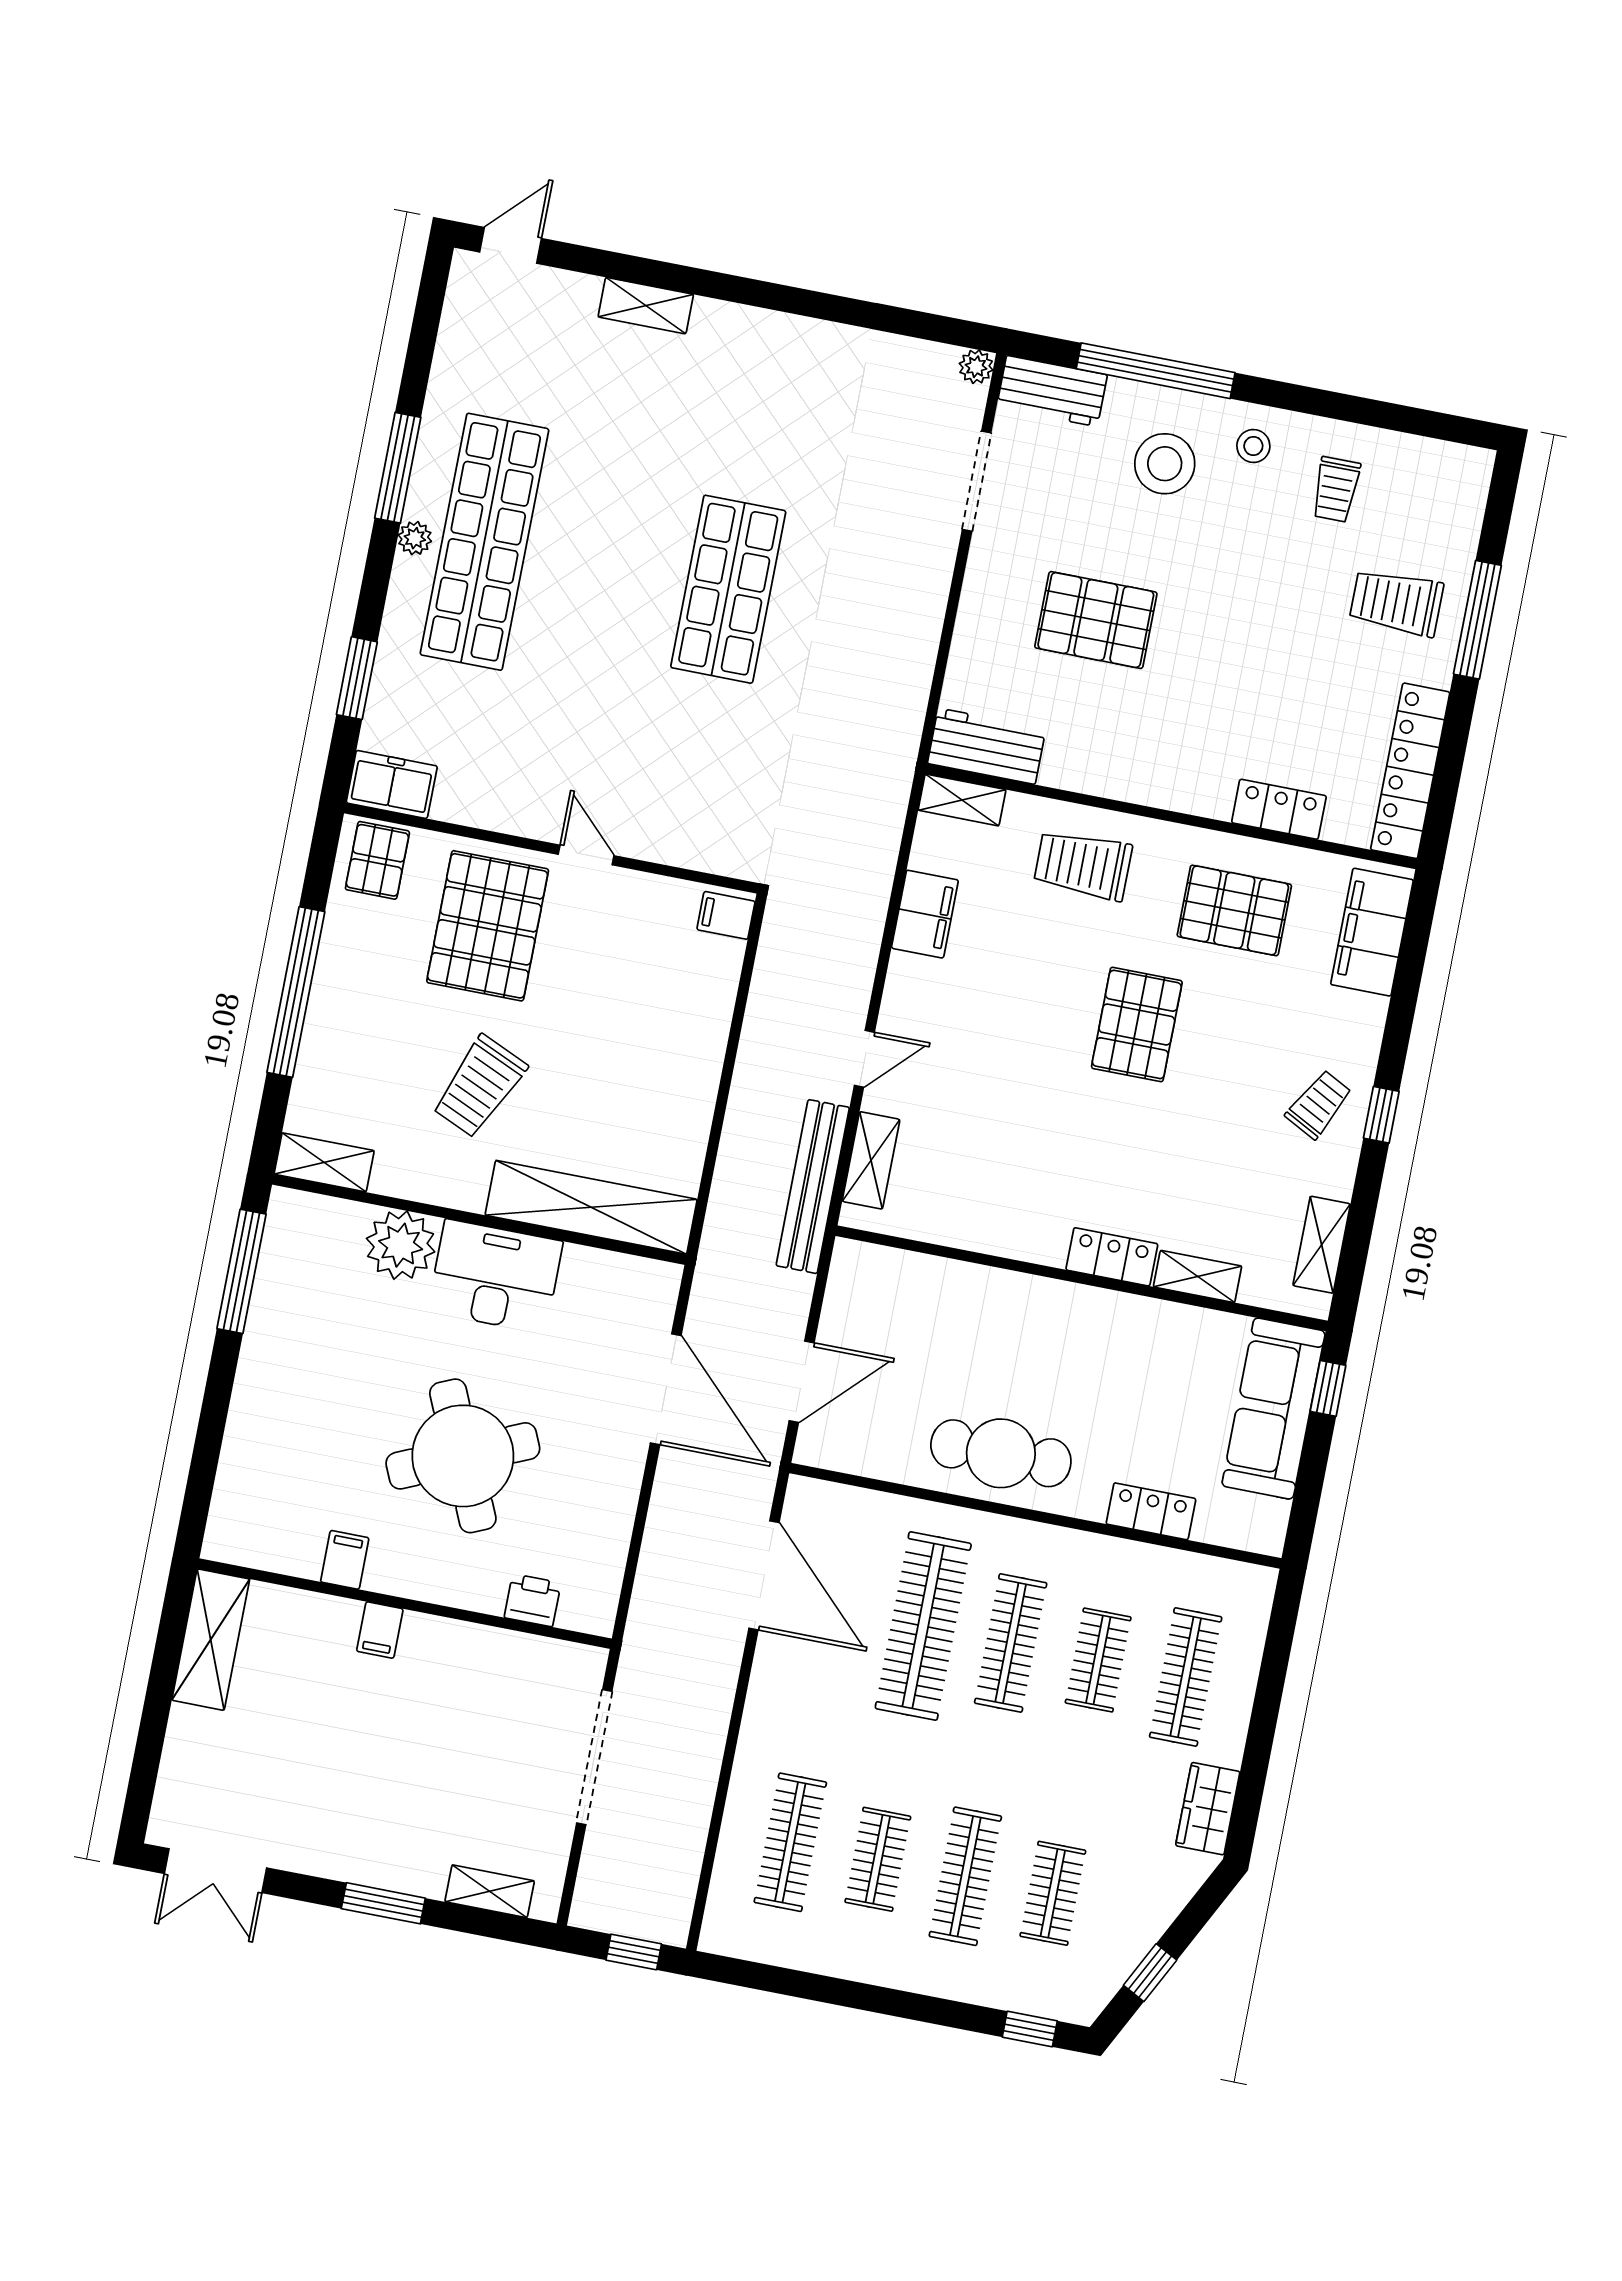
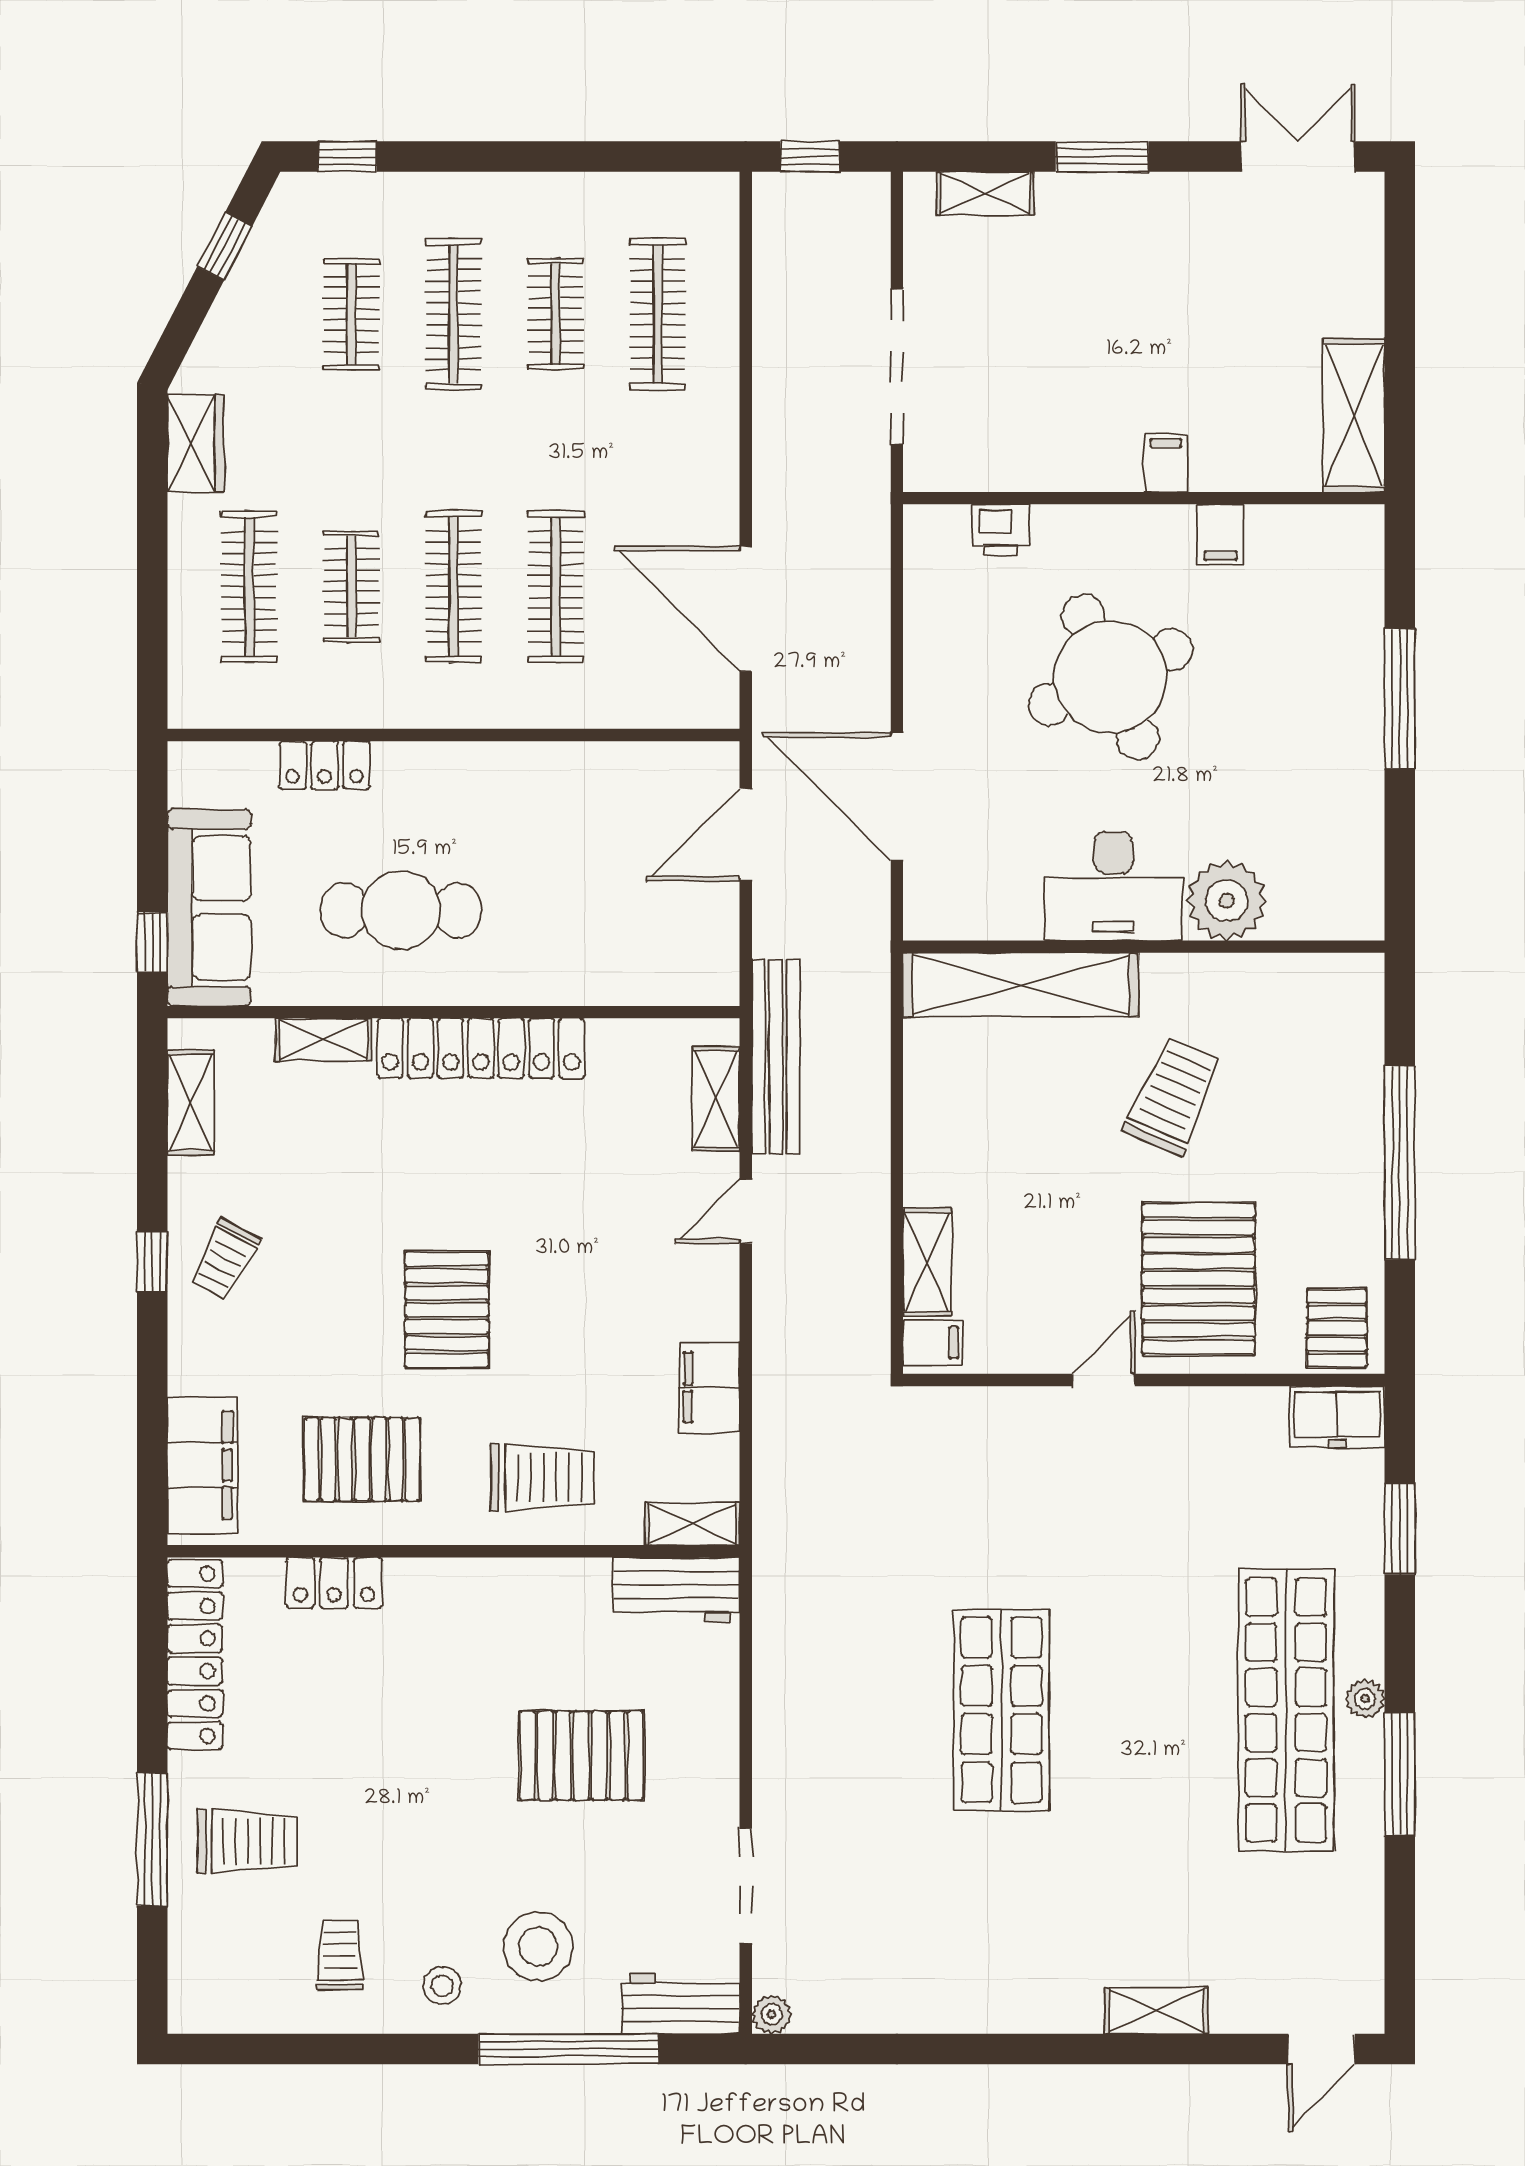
door: (586, 855) -> (1103, 1380), swing flipped
shelving: (324, 1162) -> (927, 1262), moved, turned 90
locker: (1112, 1257) -> (481, 1048), width x2.16, depth x1.21
window: (242, 1271) -> (1400, 699), moved
cafe table: (1001, 1453) -> (401, 910), moved
clothes rail: (923, 1626) -> (556, 586), width x0.73, depth x0.76

